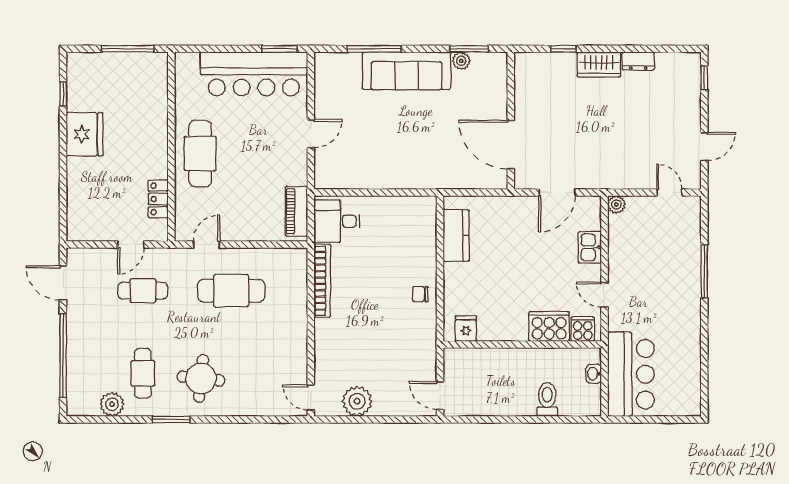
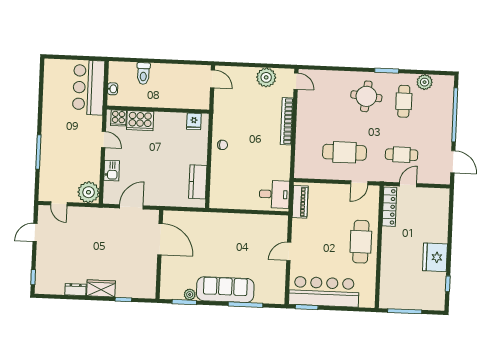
locker: (158, 199) -> (389, 207), width x1.53
plant: (616, 205) -> (89, 192), width x1.87, depth x1.87
bookcase: (322, 281) -> (287, 121), moved

